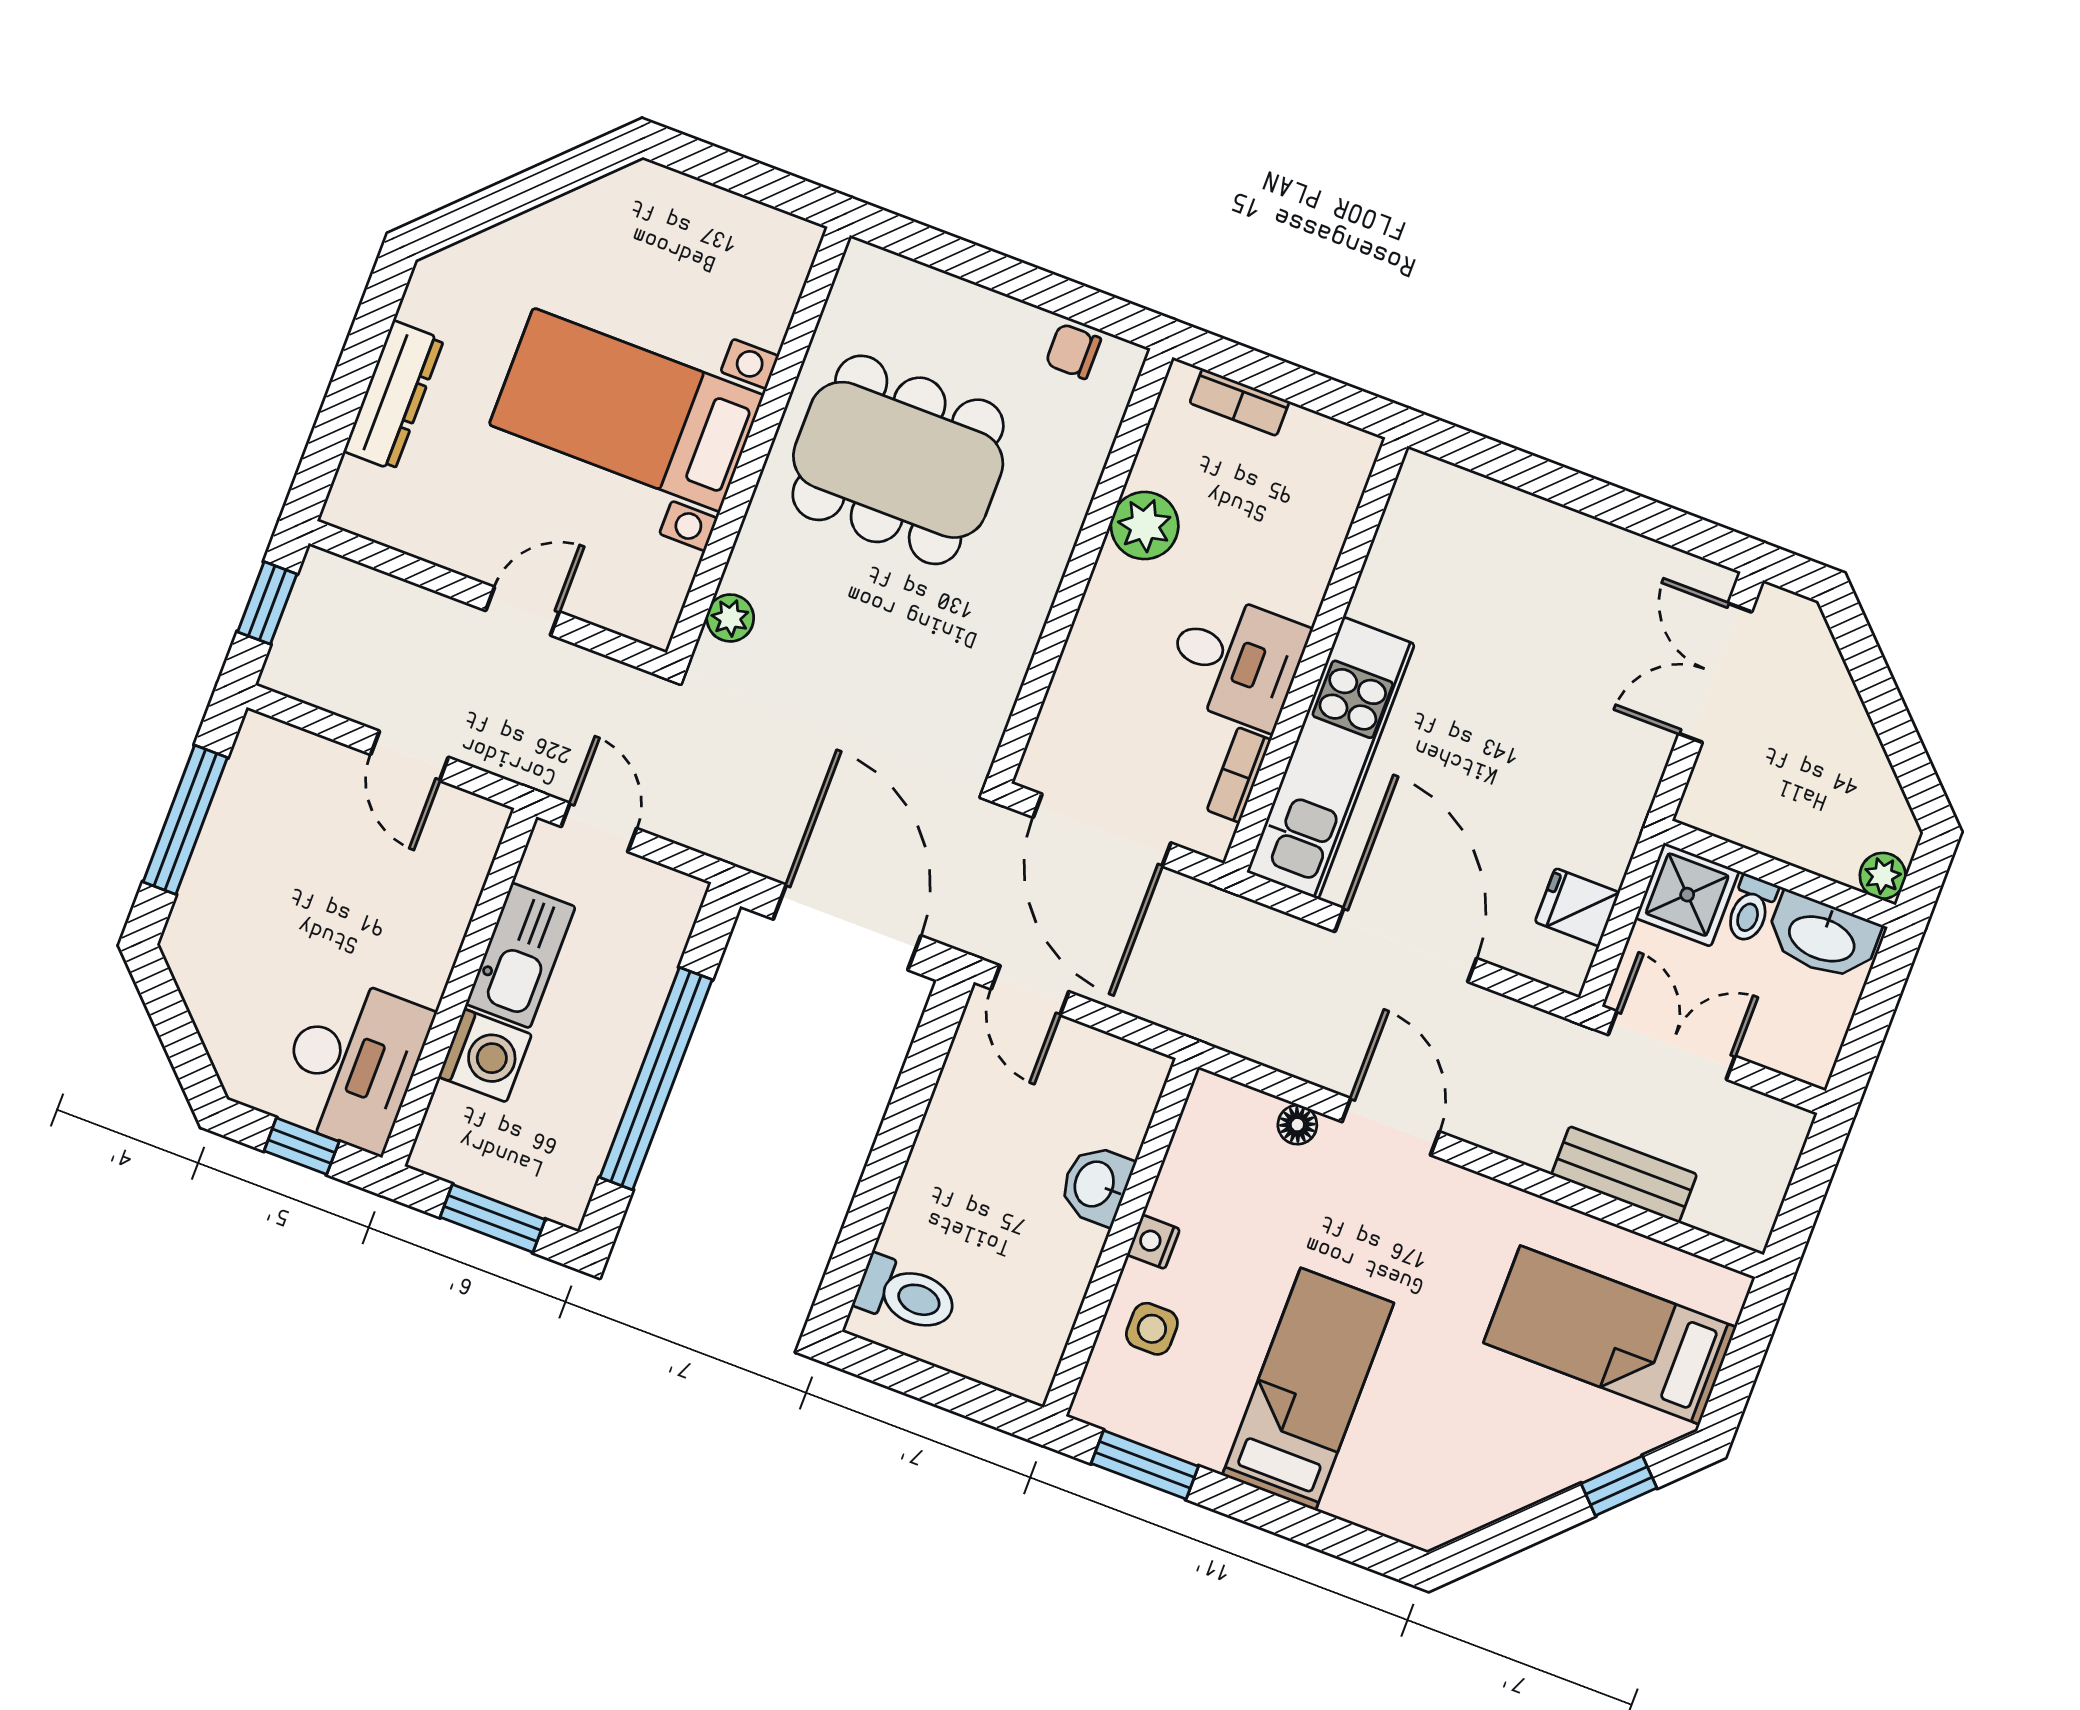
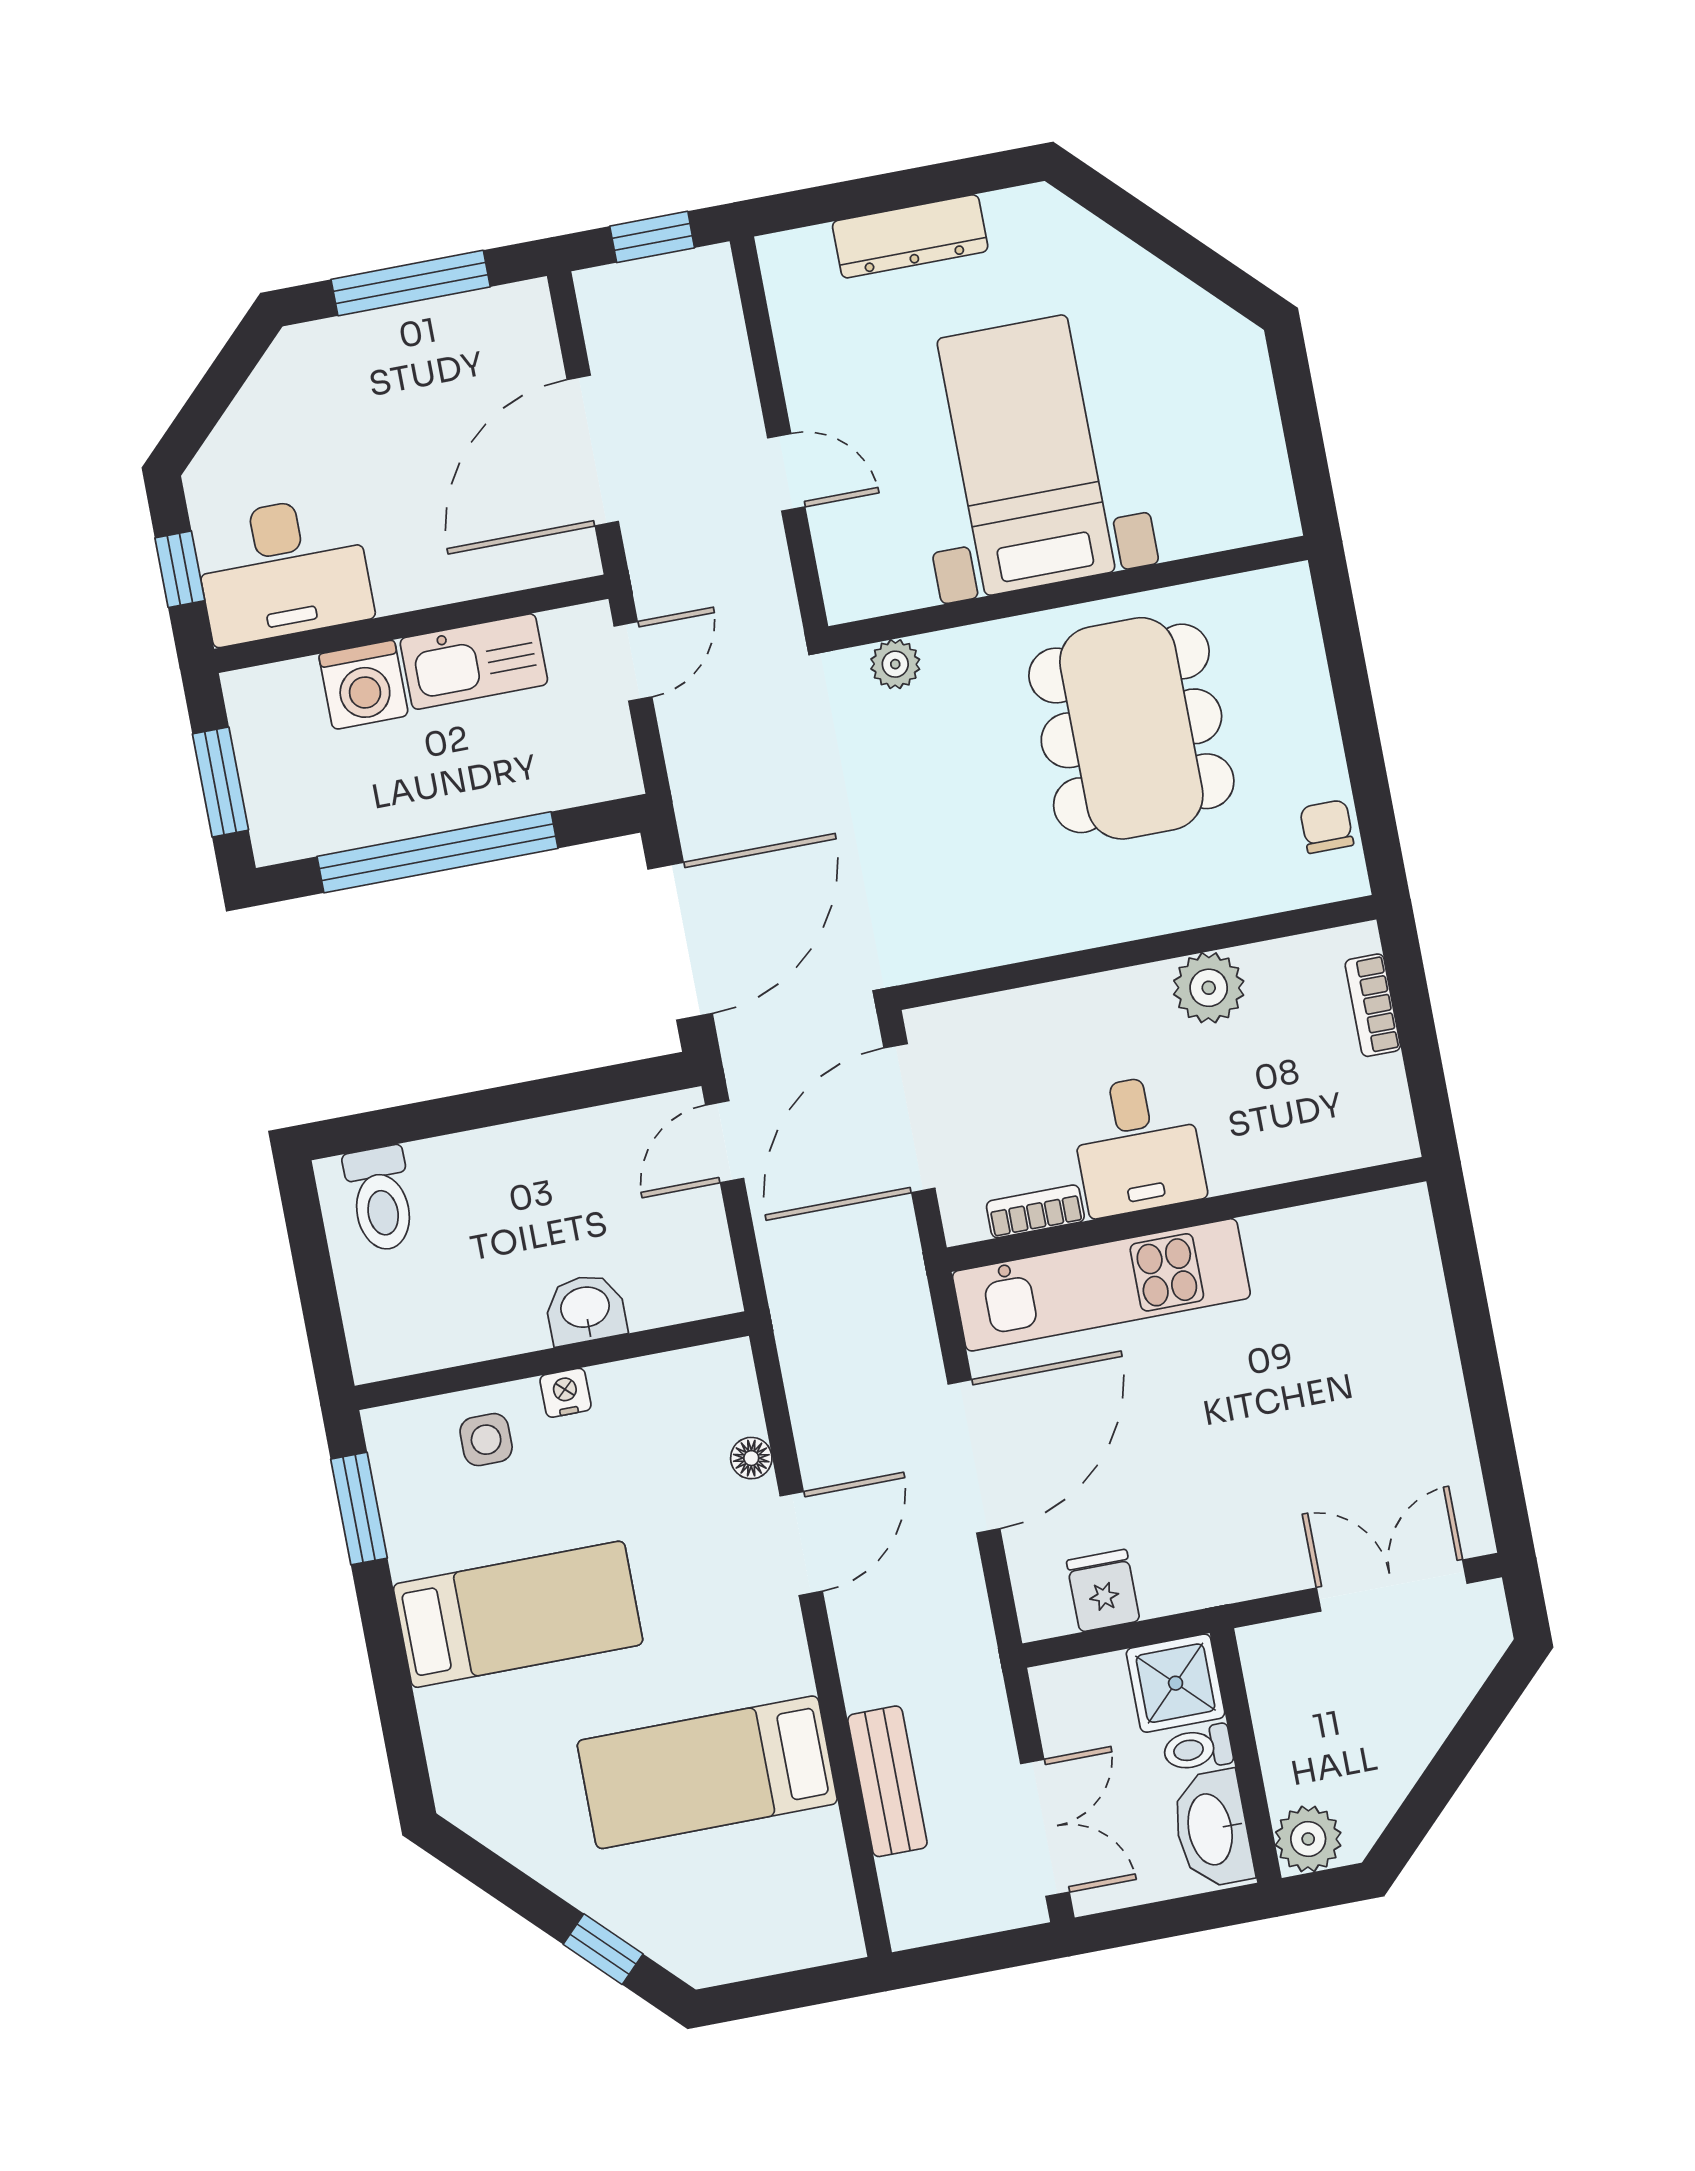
door: (410, 756) -> (593, 451), width x1.87
plant: (1883, 876) -> (1308, 1839), width x1.38, depth x1.38
double door: (1672, 1045) -> (1045, 1828), moved
bed: (1610, 1335) -> (707, 1772), moved, turned -90

